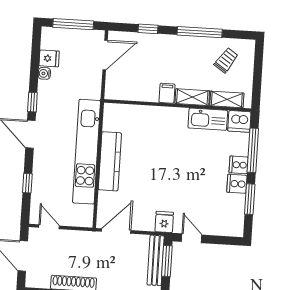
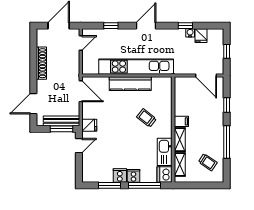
window: (73, 24) -> (227, 51), width x0.46
window: (32, 102) -> (185, 26), moved
trolley: (159, 142) -> (146, 118), added

